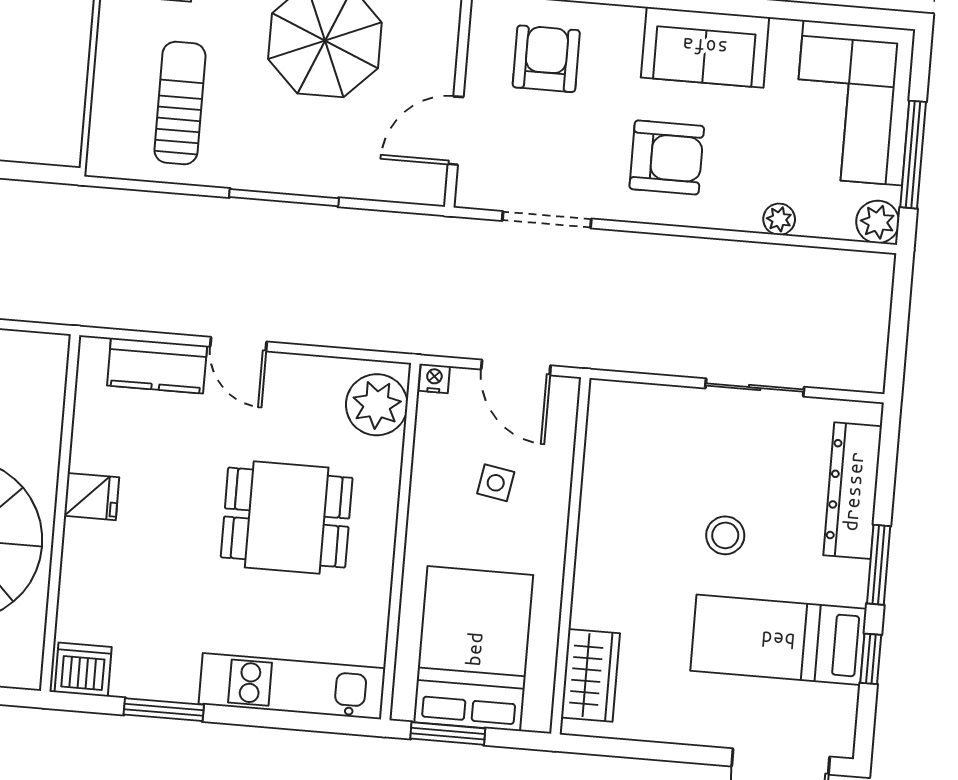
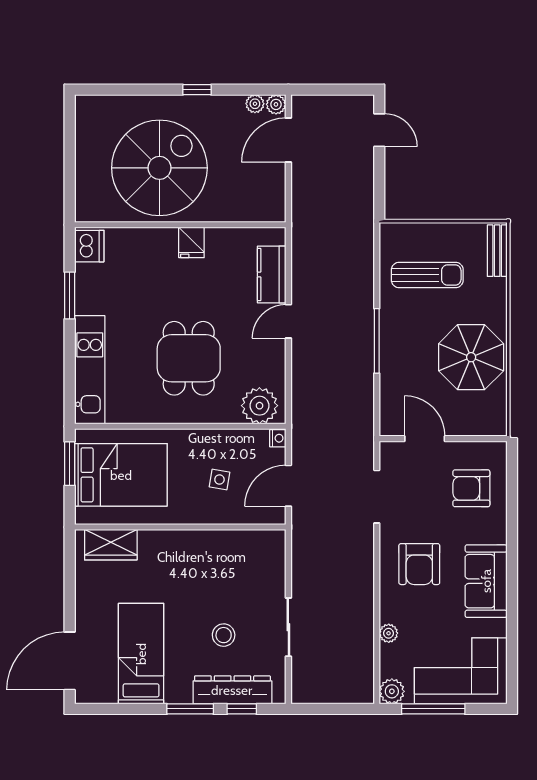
armchair: (546, 59) -> (471, 488), turned 180
stool: (725, 535) -> (224, 635), moved
window: (871, 659) -> (242, 709), moved

